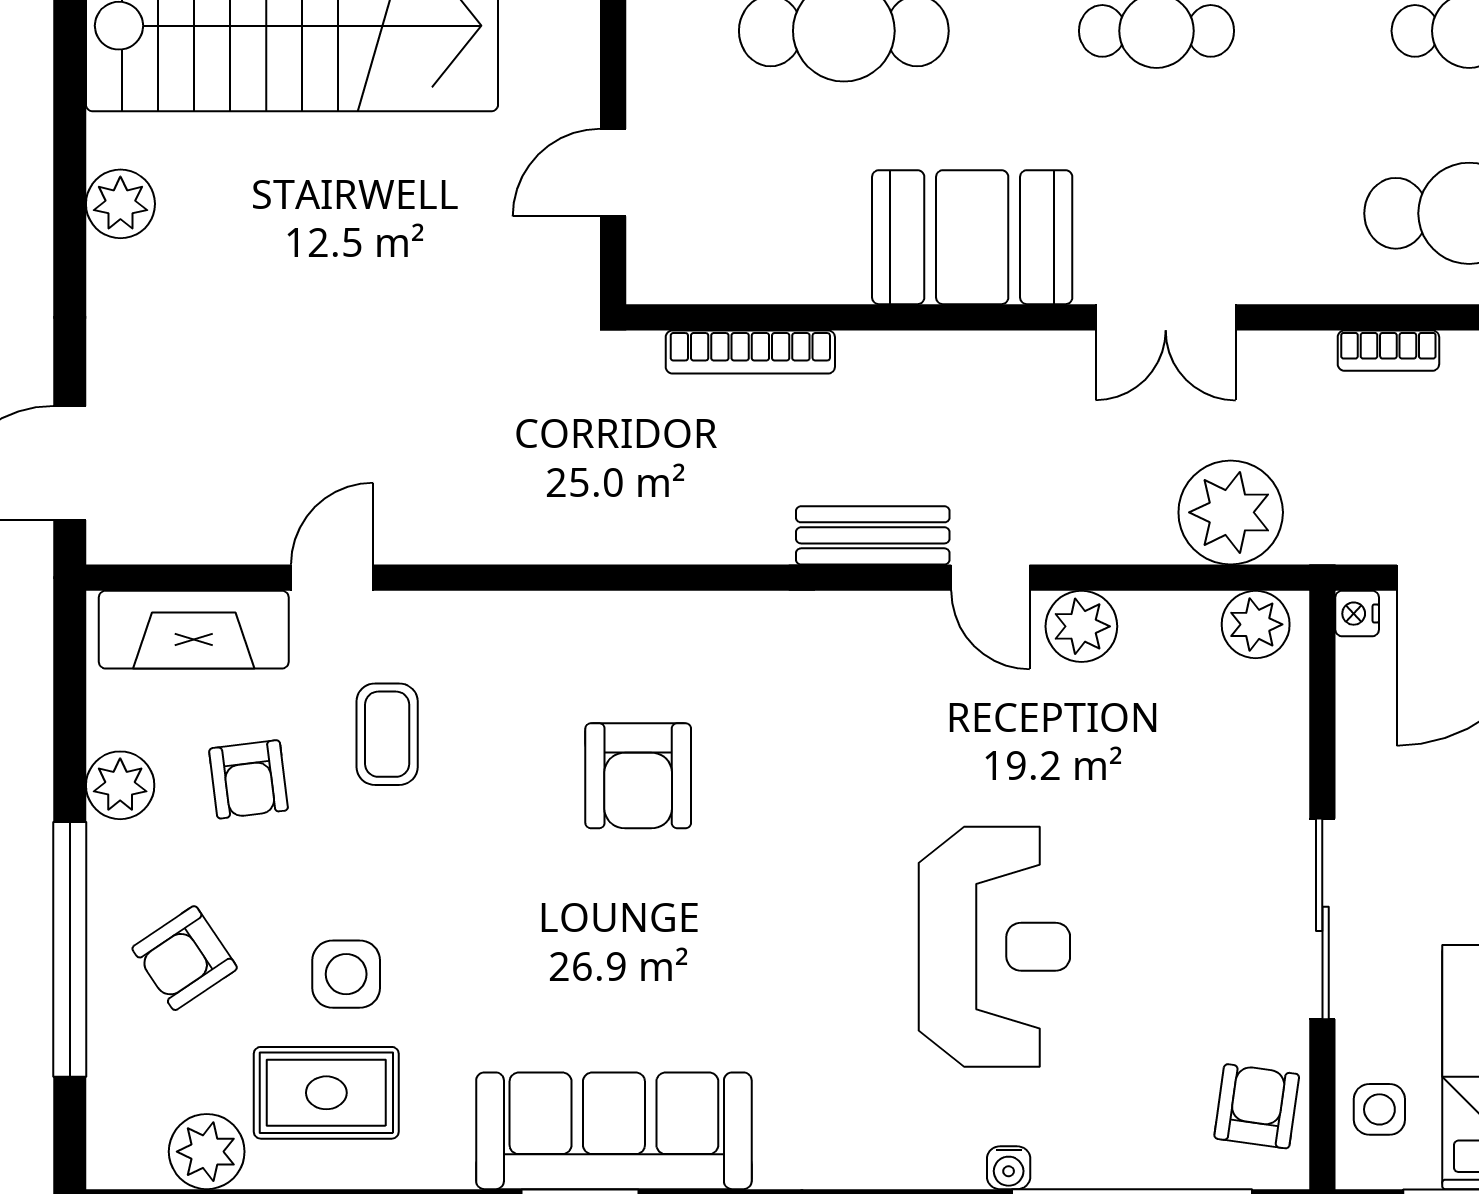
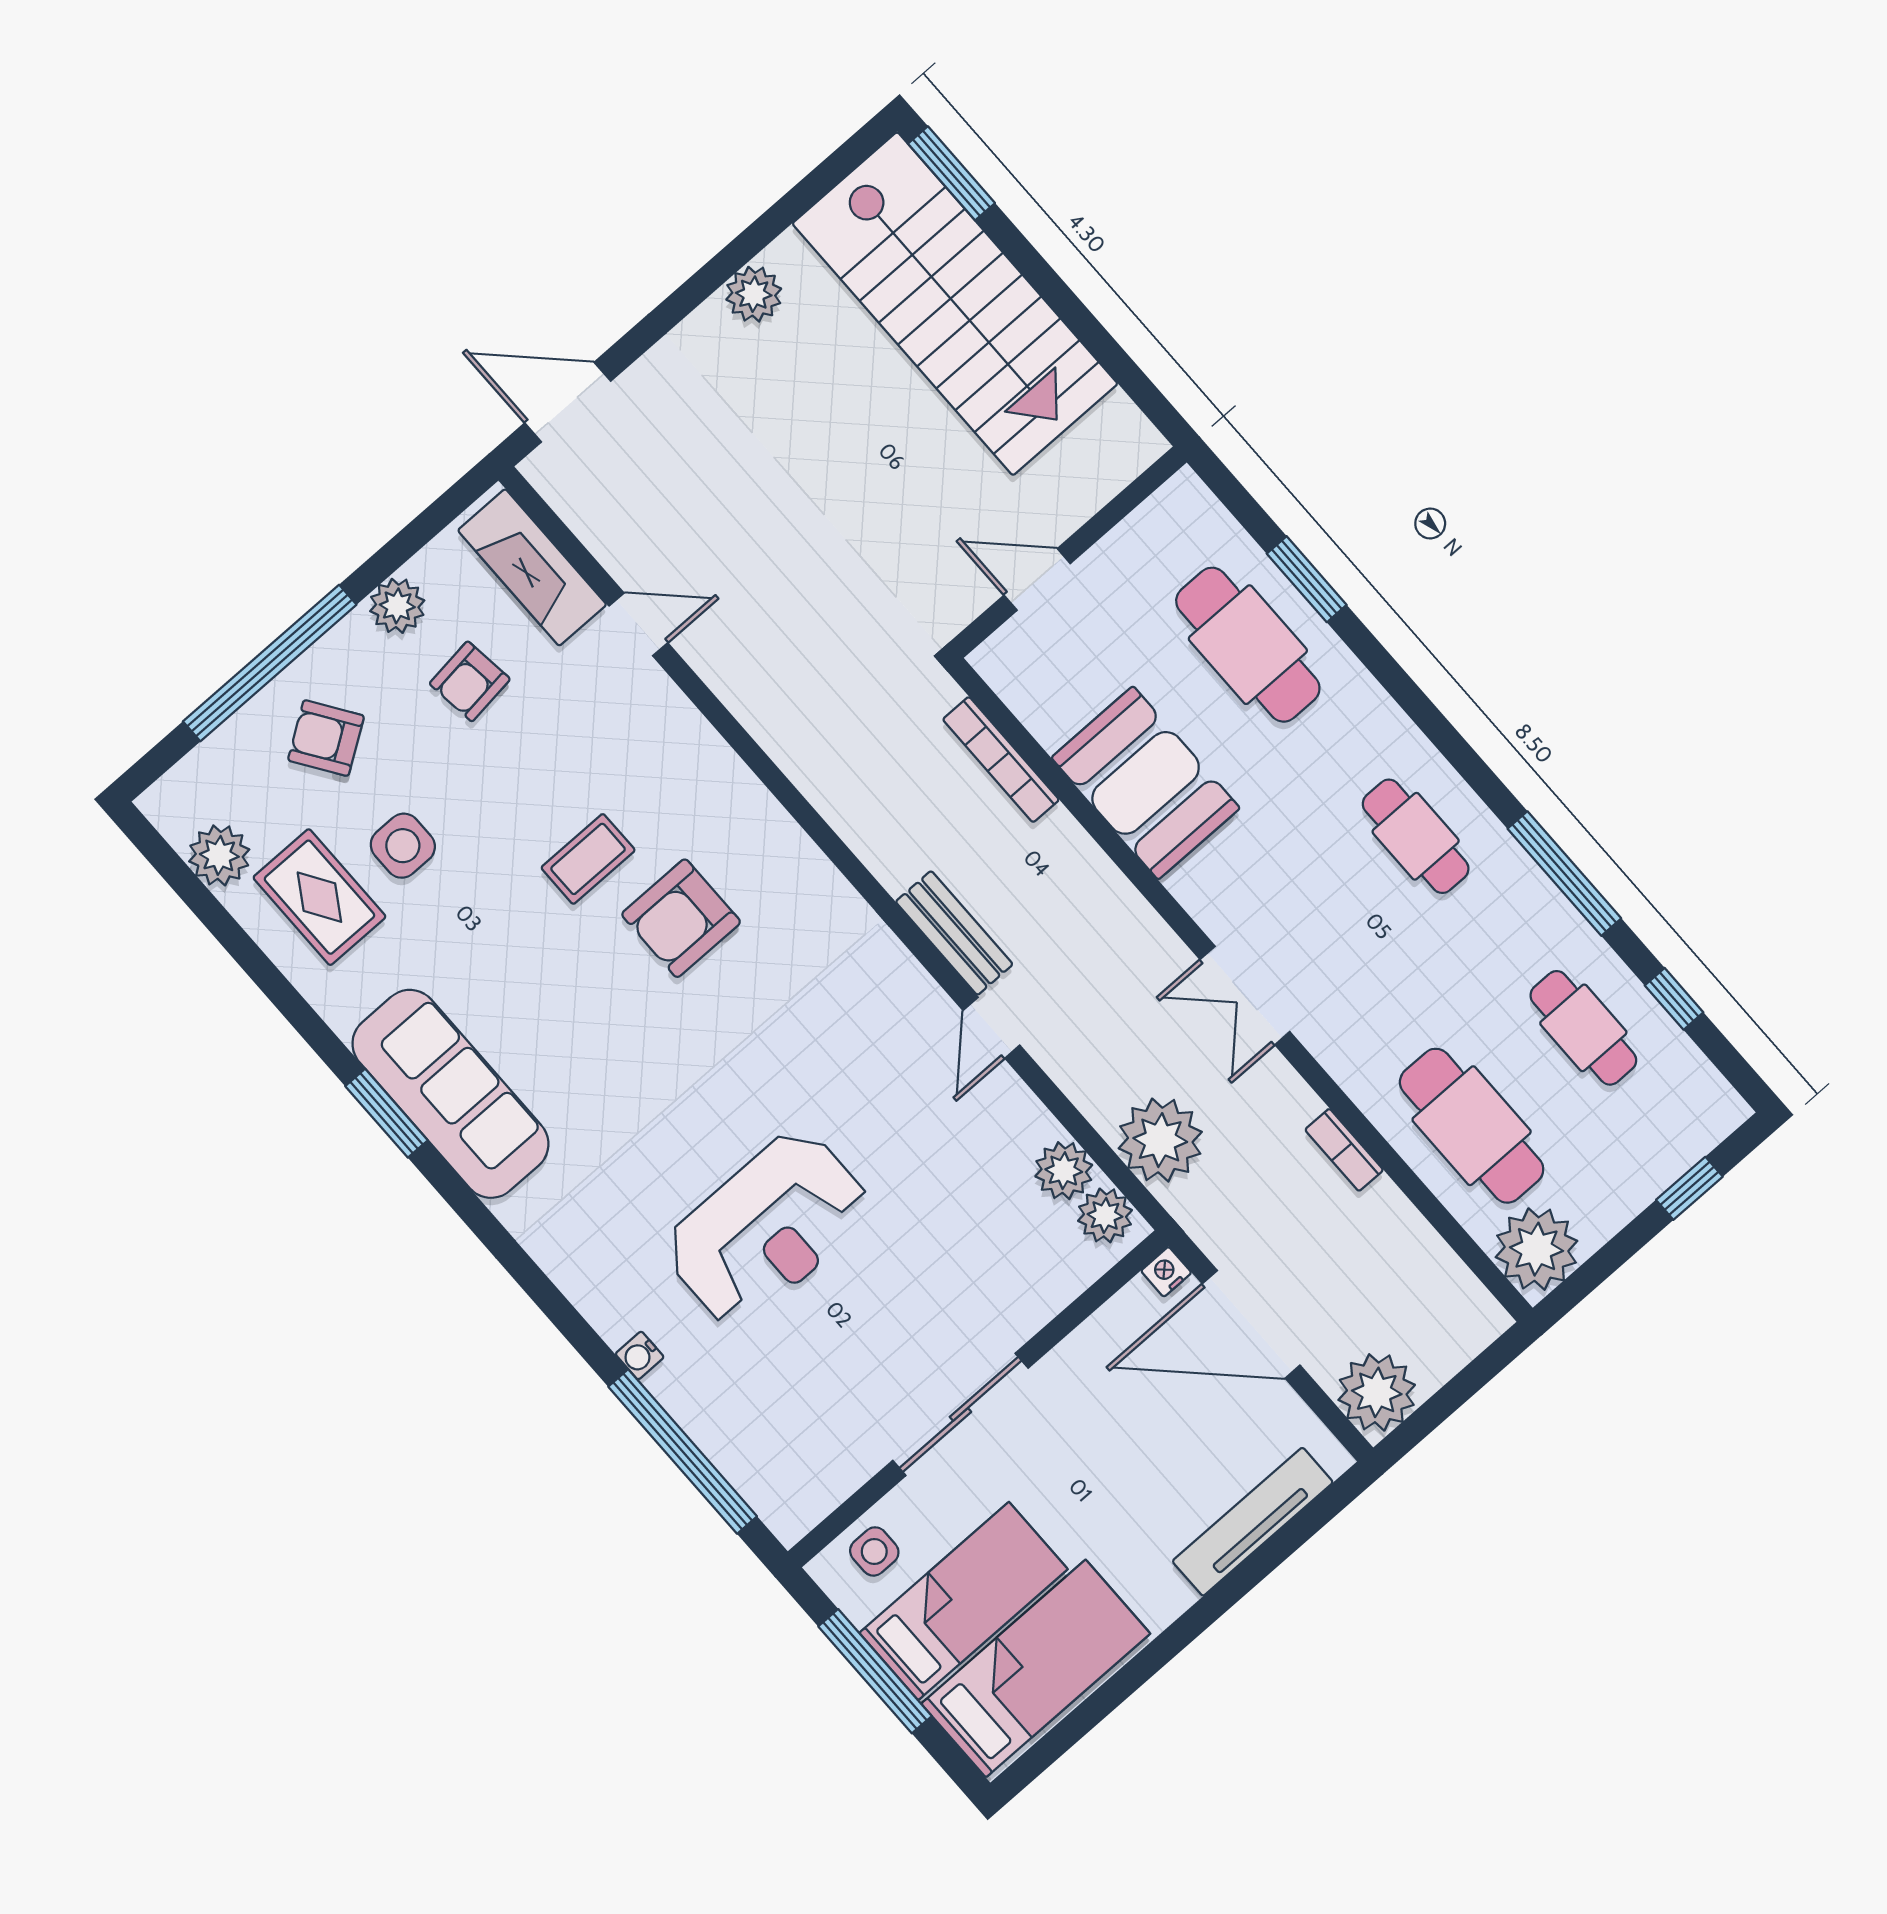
booth: (972, 237) -> (1146, 783), moved
plant: (1081, 626) -> (1064, 1171), moved
coffee table: (387, 734) -> (588, 859), moved
armchair: (1257, 1106) -> (810, 1475), removed

